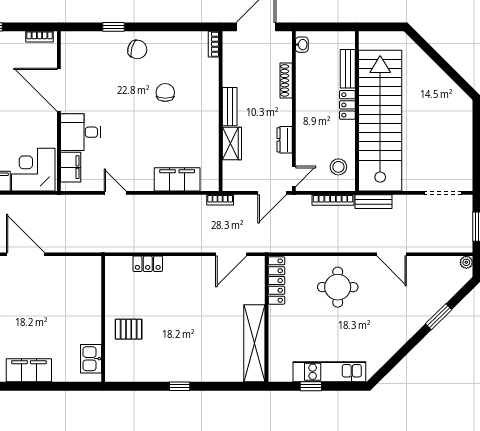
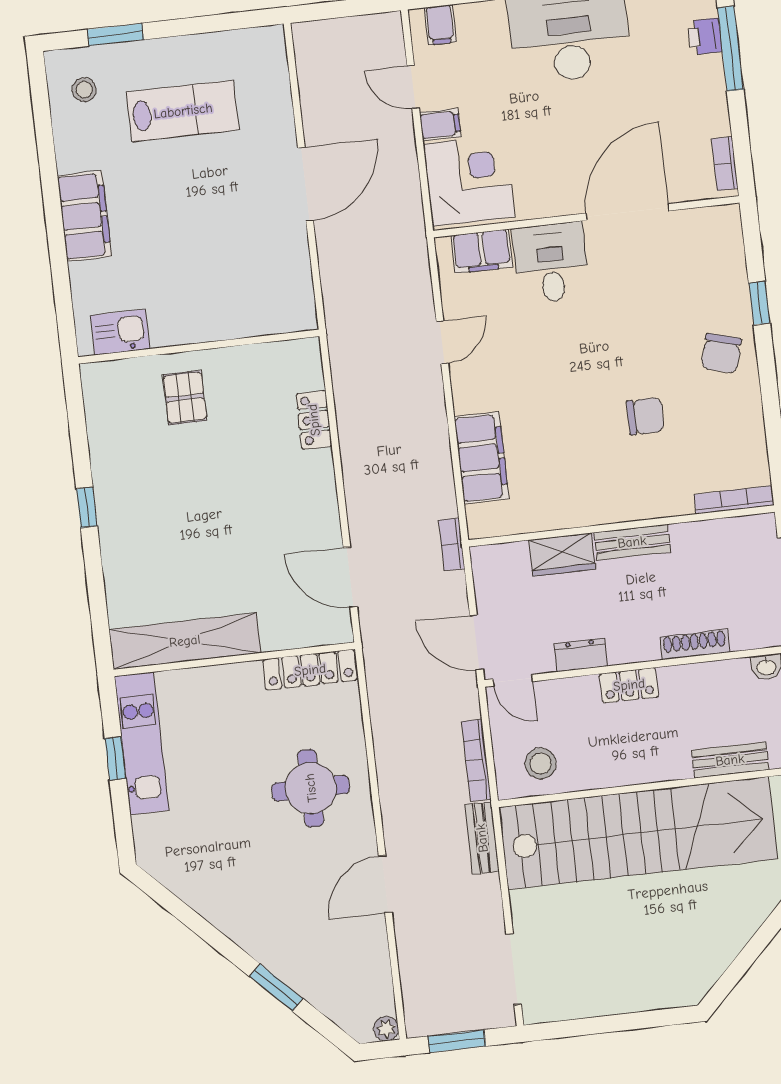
bookcase: (214, 44) -> (734, 500), width x1.56
locker: (347, 105) -> (629, 685), moved, turned 180
kitchen unit: (329, 372) -> (142, 743), moved

